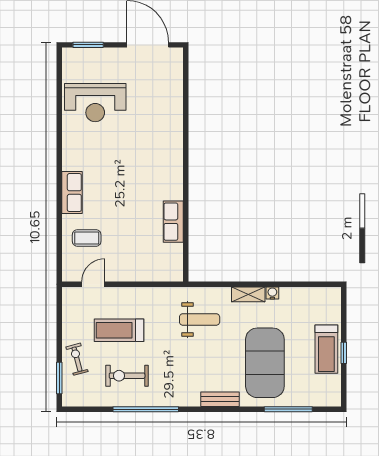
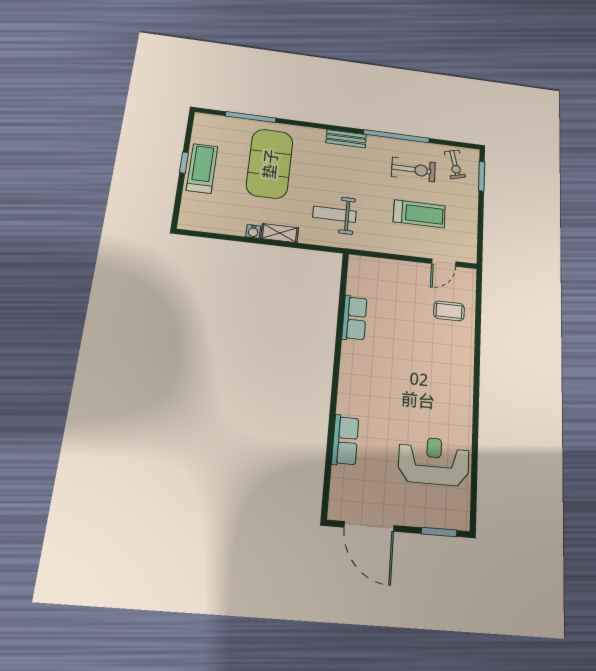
row of seats: (72, 193) -> (345, 440), moved, turned 180
exercise bike: (77, 359) -> (455, 164), moved
bench: (220, 399) -> (346, 139), moved

